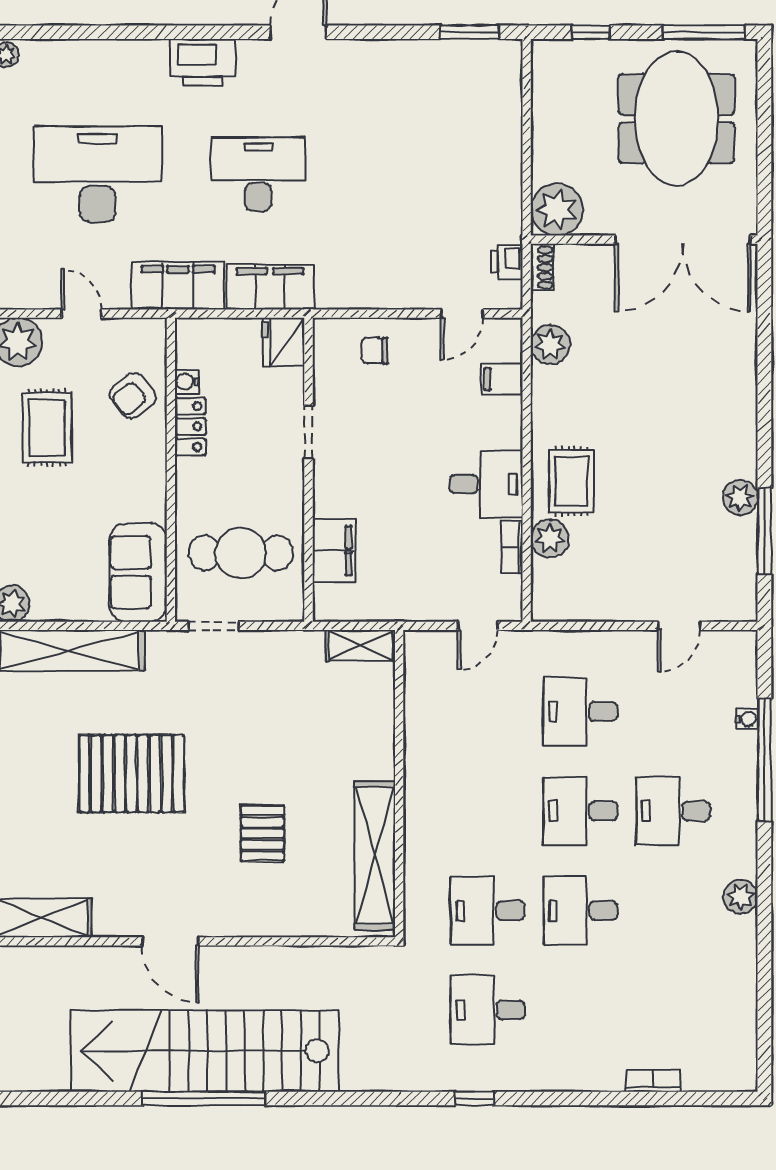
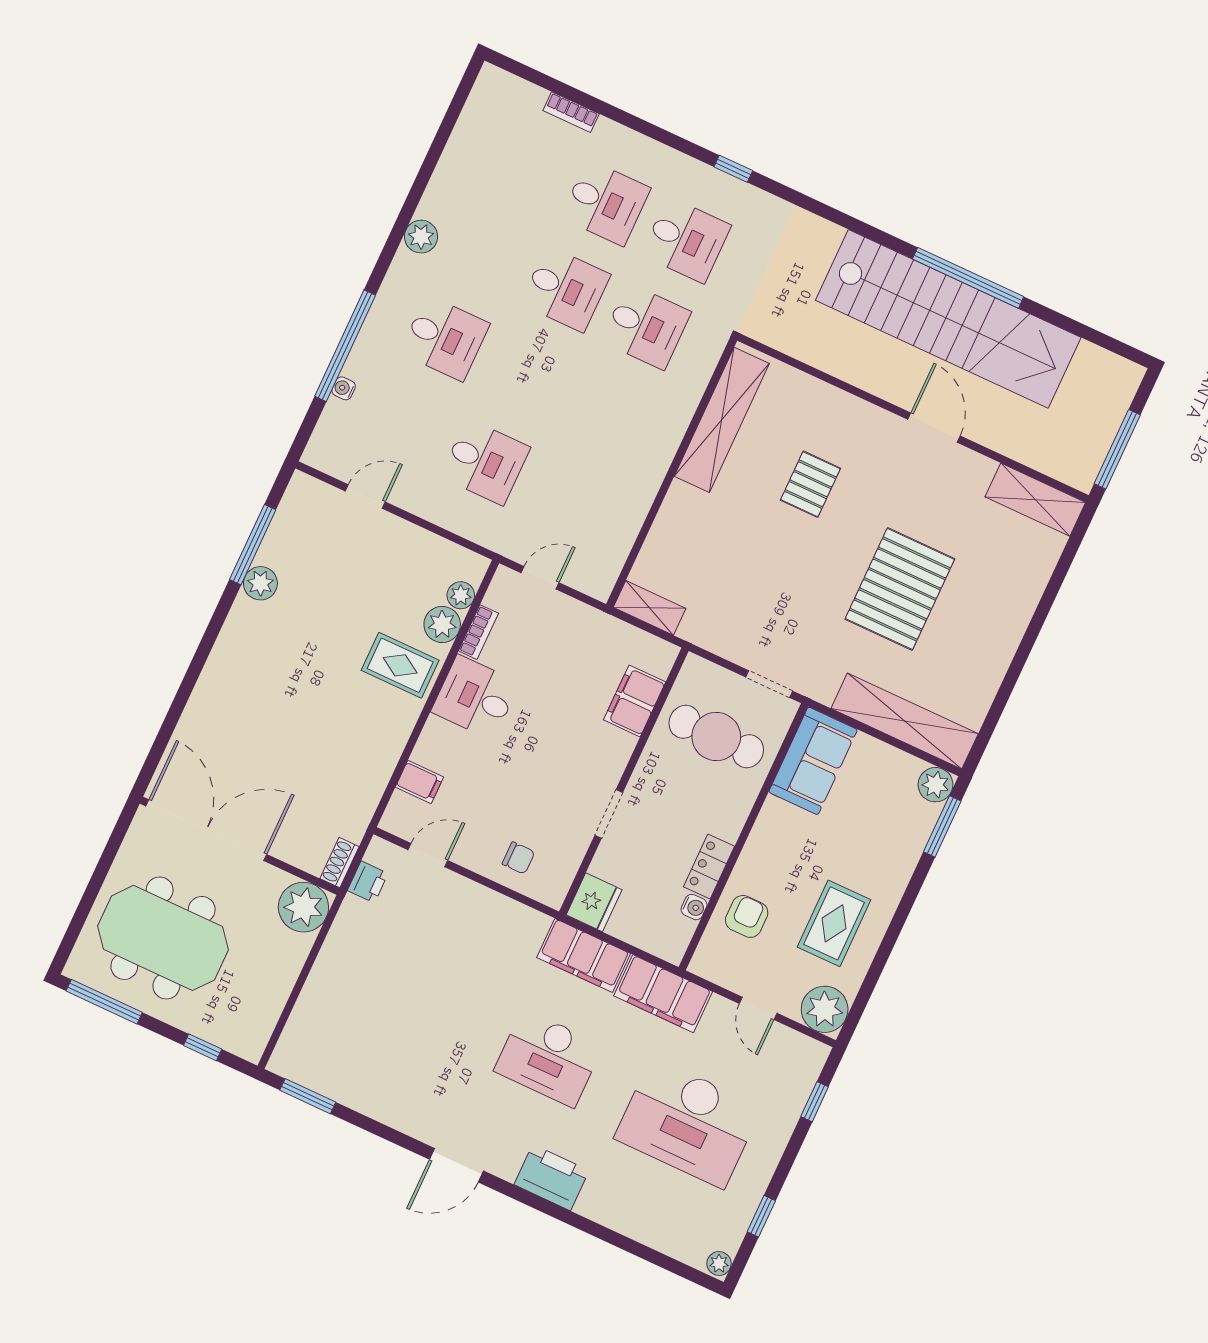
meeting table: (676, 119) -> (163, 938), turned 90
plant: (550, 345) -> (461, 595), moved, width x0.73, depth x0.73
armchair: (133, 396) -> (747, 916), turned -51
rug: (572, 481) -> (400, 665), turned 90
pallet: (131, 774) -> (900, 589), turned 90
desk: (580, 811) -> (606, 203), moved

